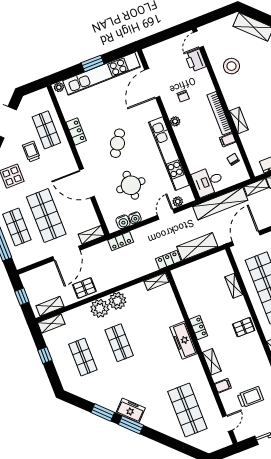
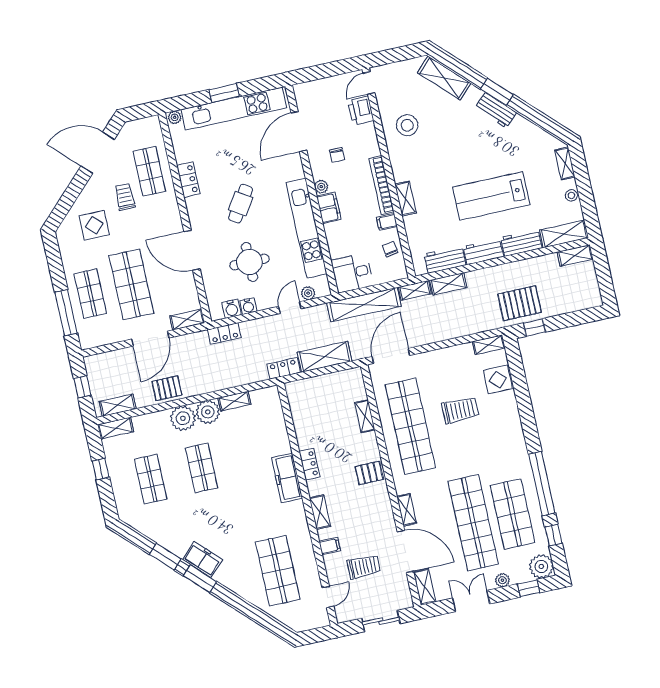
filing cabinet: (183, 136) -> (329, 208), added
shelving: (156, 282) -> (234, 401), moved

